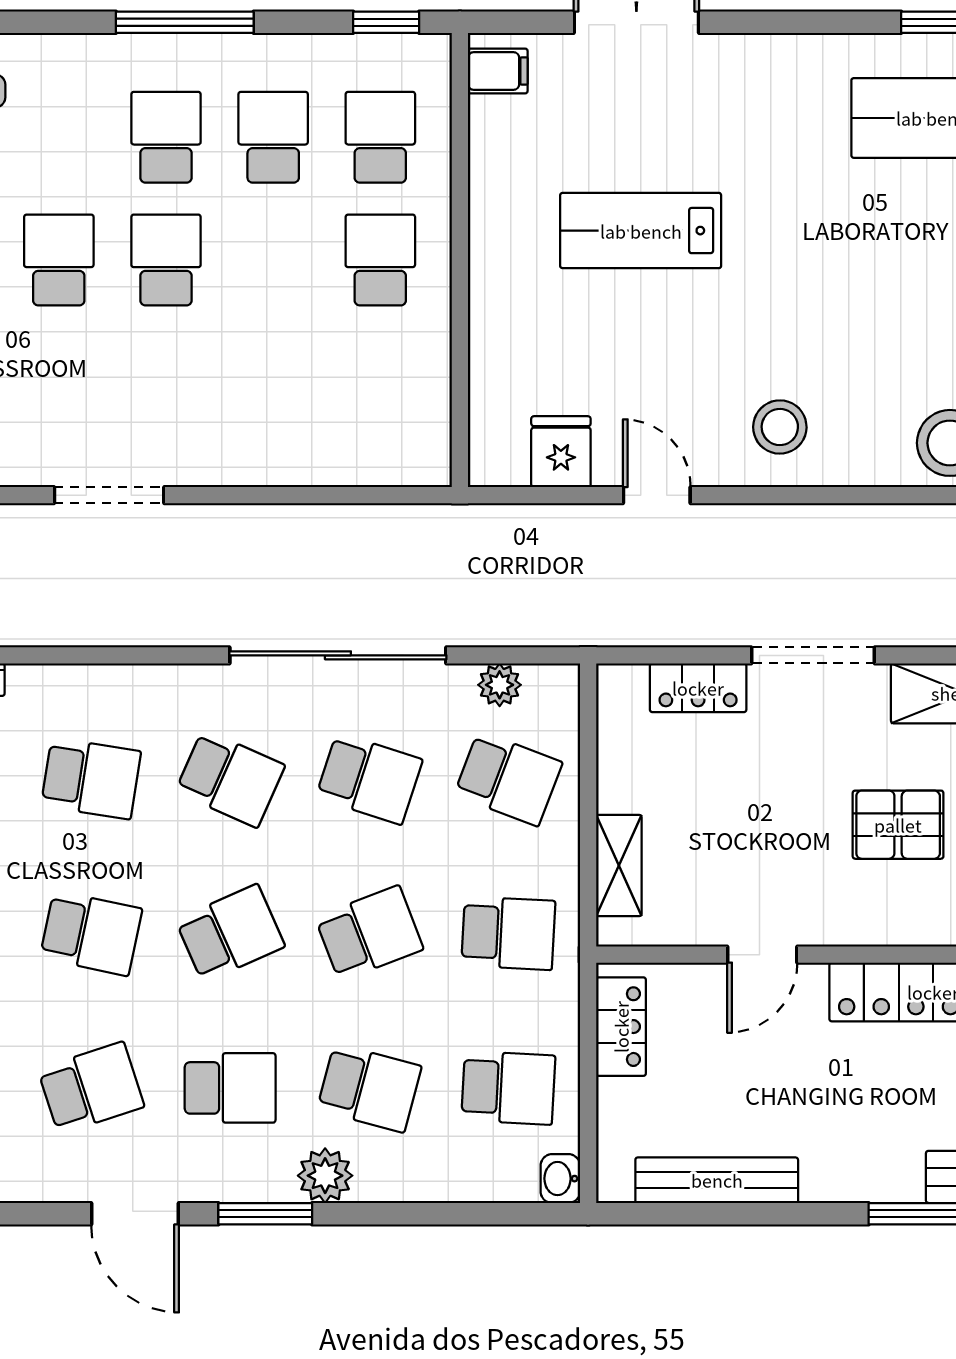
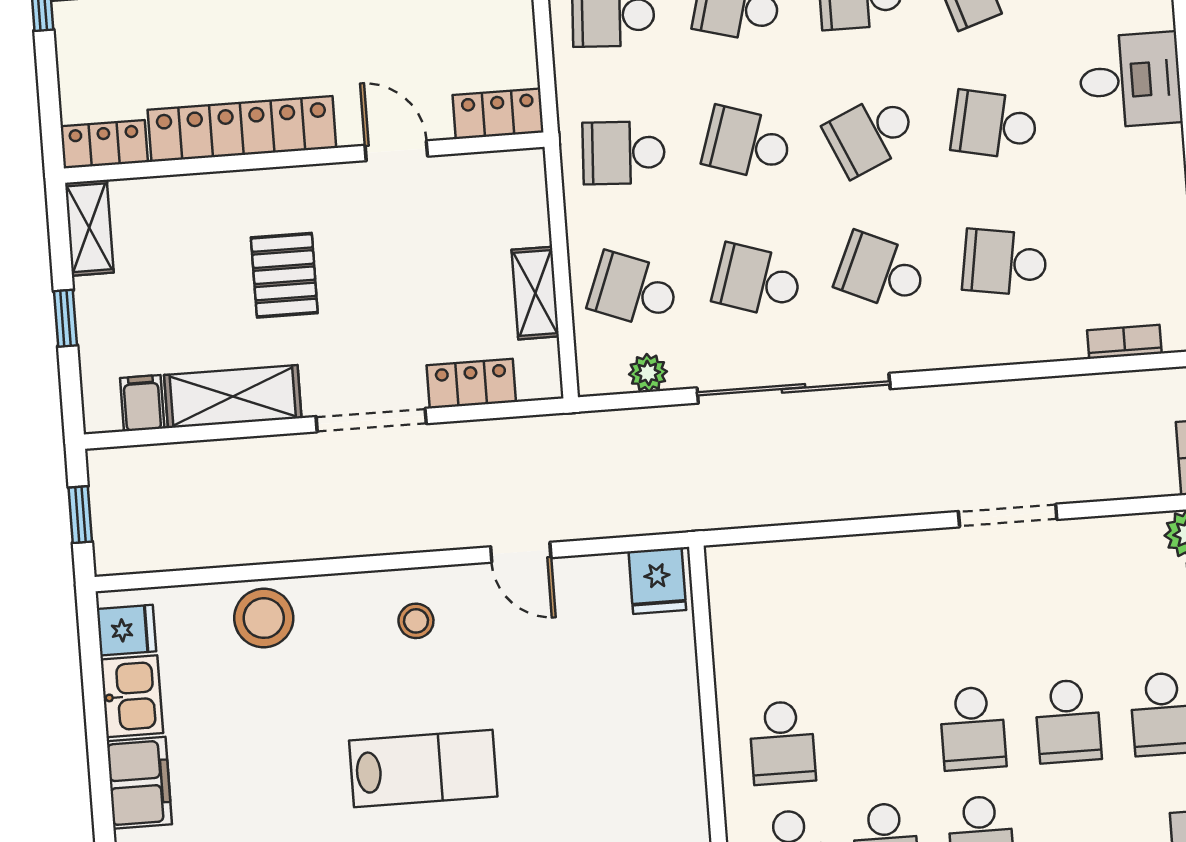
lab bench: (641, 231) -> (423, 768), moved
stool: (780, 427) -> (416, 621), width x0.73, depth x0.73
fridge: (561, 452) -> (657, 581), moved
pallet: (898, 825) -> (284, 275), turned 90
shelving: (619, 866) -> (535, 293), moved
school desk: (369, 933) -> (747, 143), turned 39
door: (762, 955) -> (396, 151), hinge flipped
locker: (621, 1027) -> (498, 114), moved, turned 90

